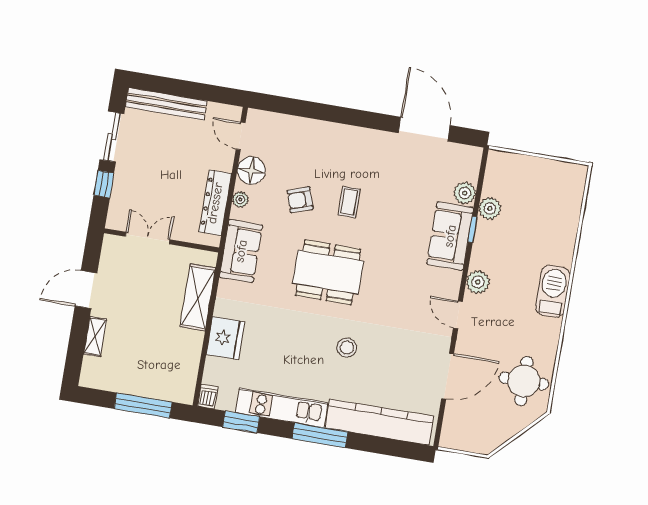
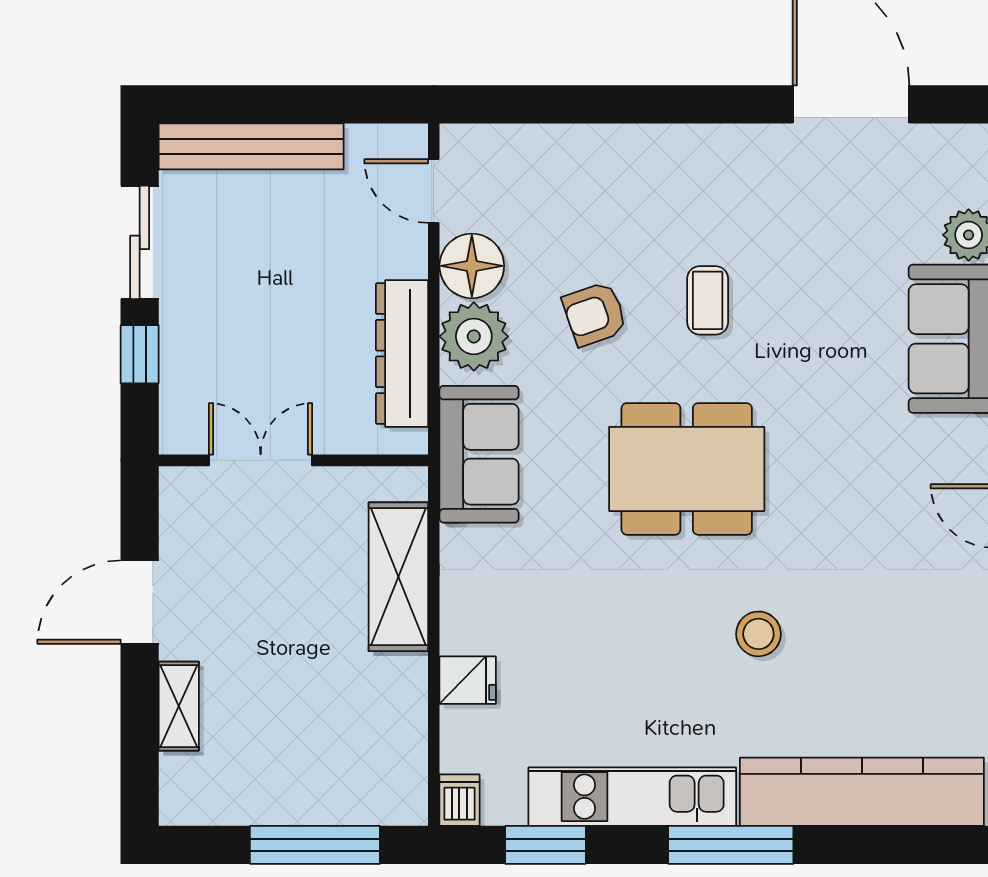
plant: (240, 199) -> (474, 336), width x1.88, depth x1.88
fridge: (225, 338) -> (468, 680), width x0.53, depth x0.75

